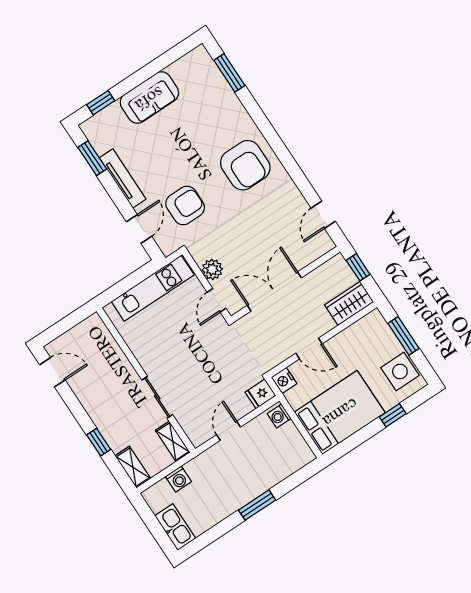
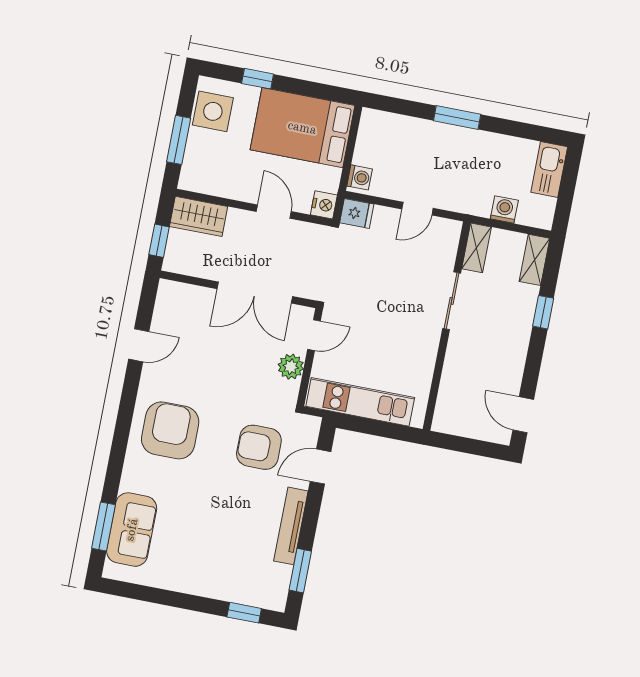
sofa: (149, 98) -> (132, 530), moved, turned 90
door: (323, 215) -> (139, 345), moved

